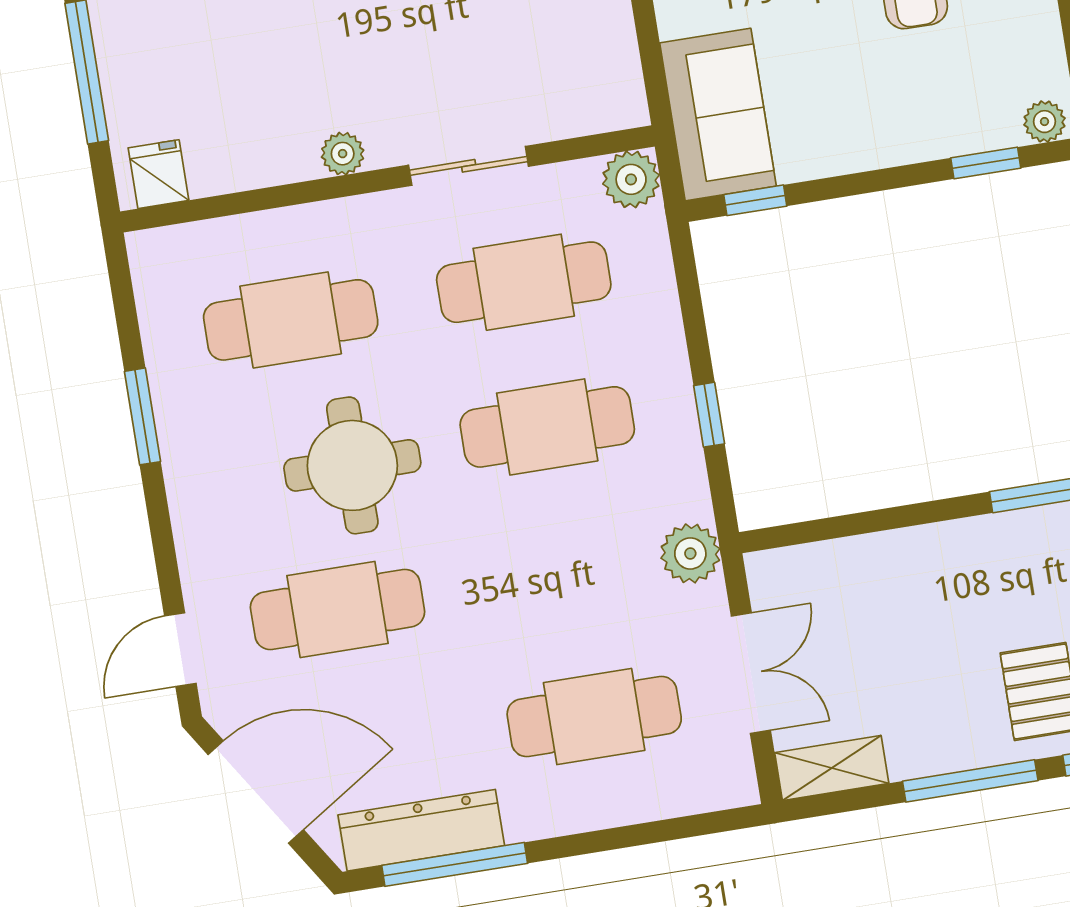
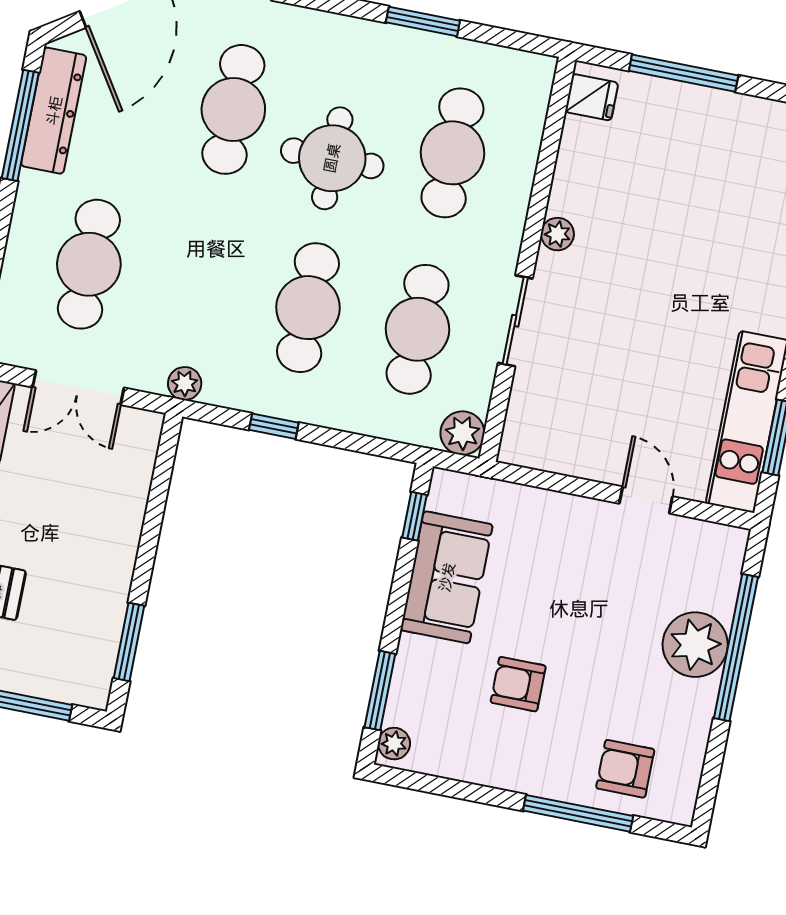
sofa: (718, 115) -> (447, 577), moved, turned -90
window: (986, 163) -> (380, 691), width x1.50
plant: (690, 553) -> (185, 383), width x0.73, depth x0.73

